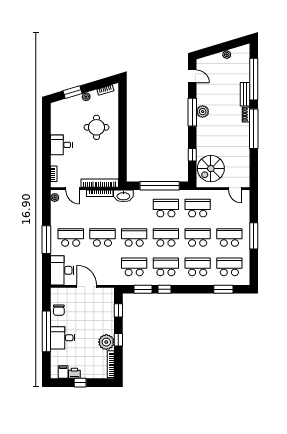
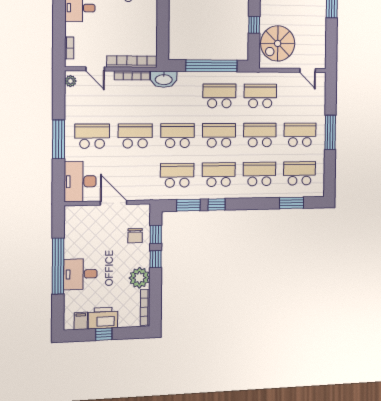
chair: (59, 310) -> (135, 236), moved
window: (118, 340) -> (156, 259), moved
printer: (74, 373) -> (103, 318), width x1.87, depth x1.48

